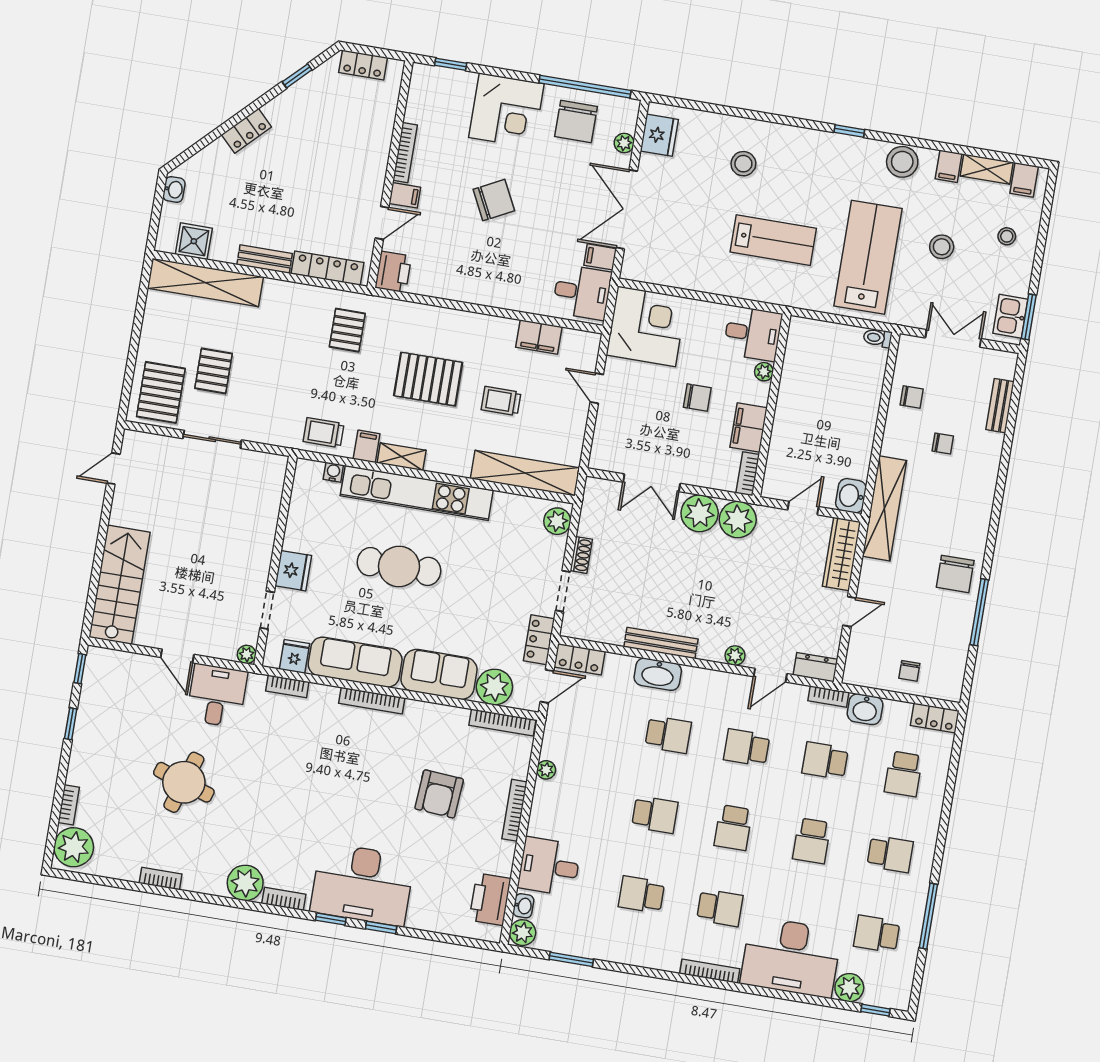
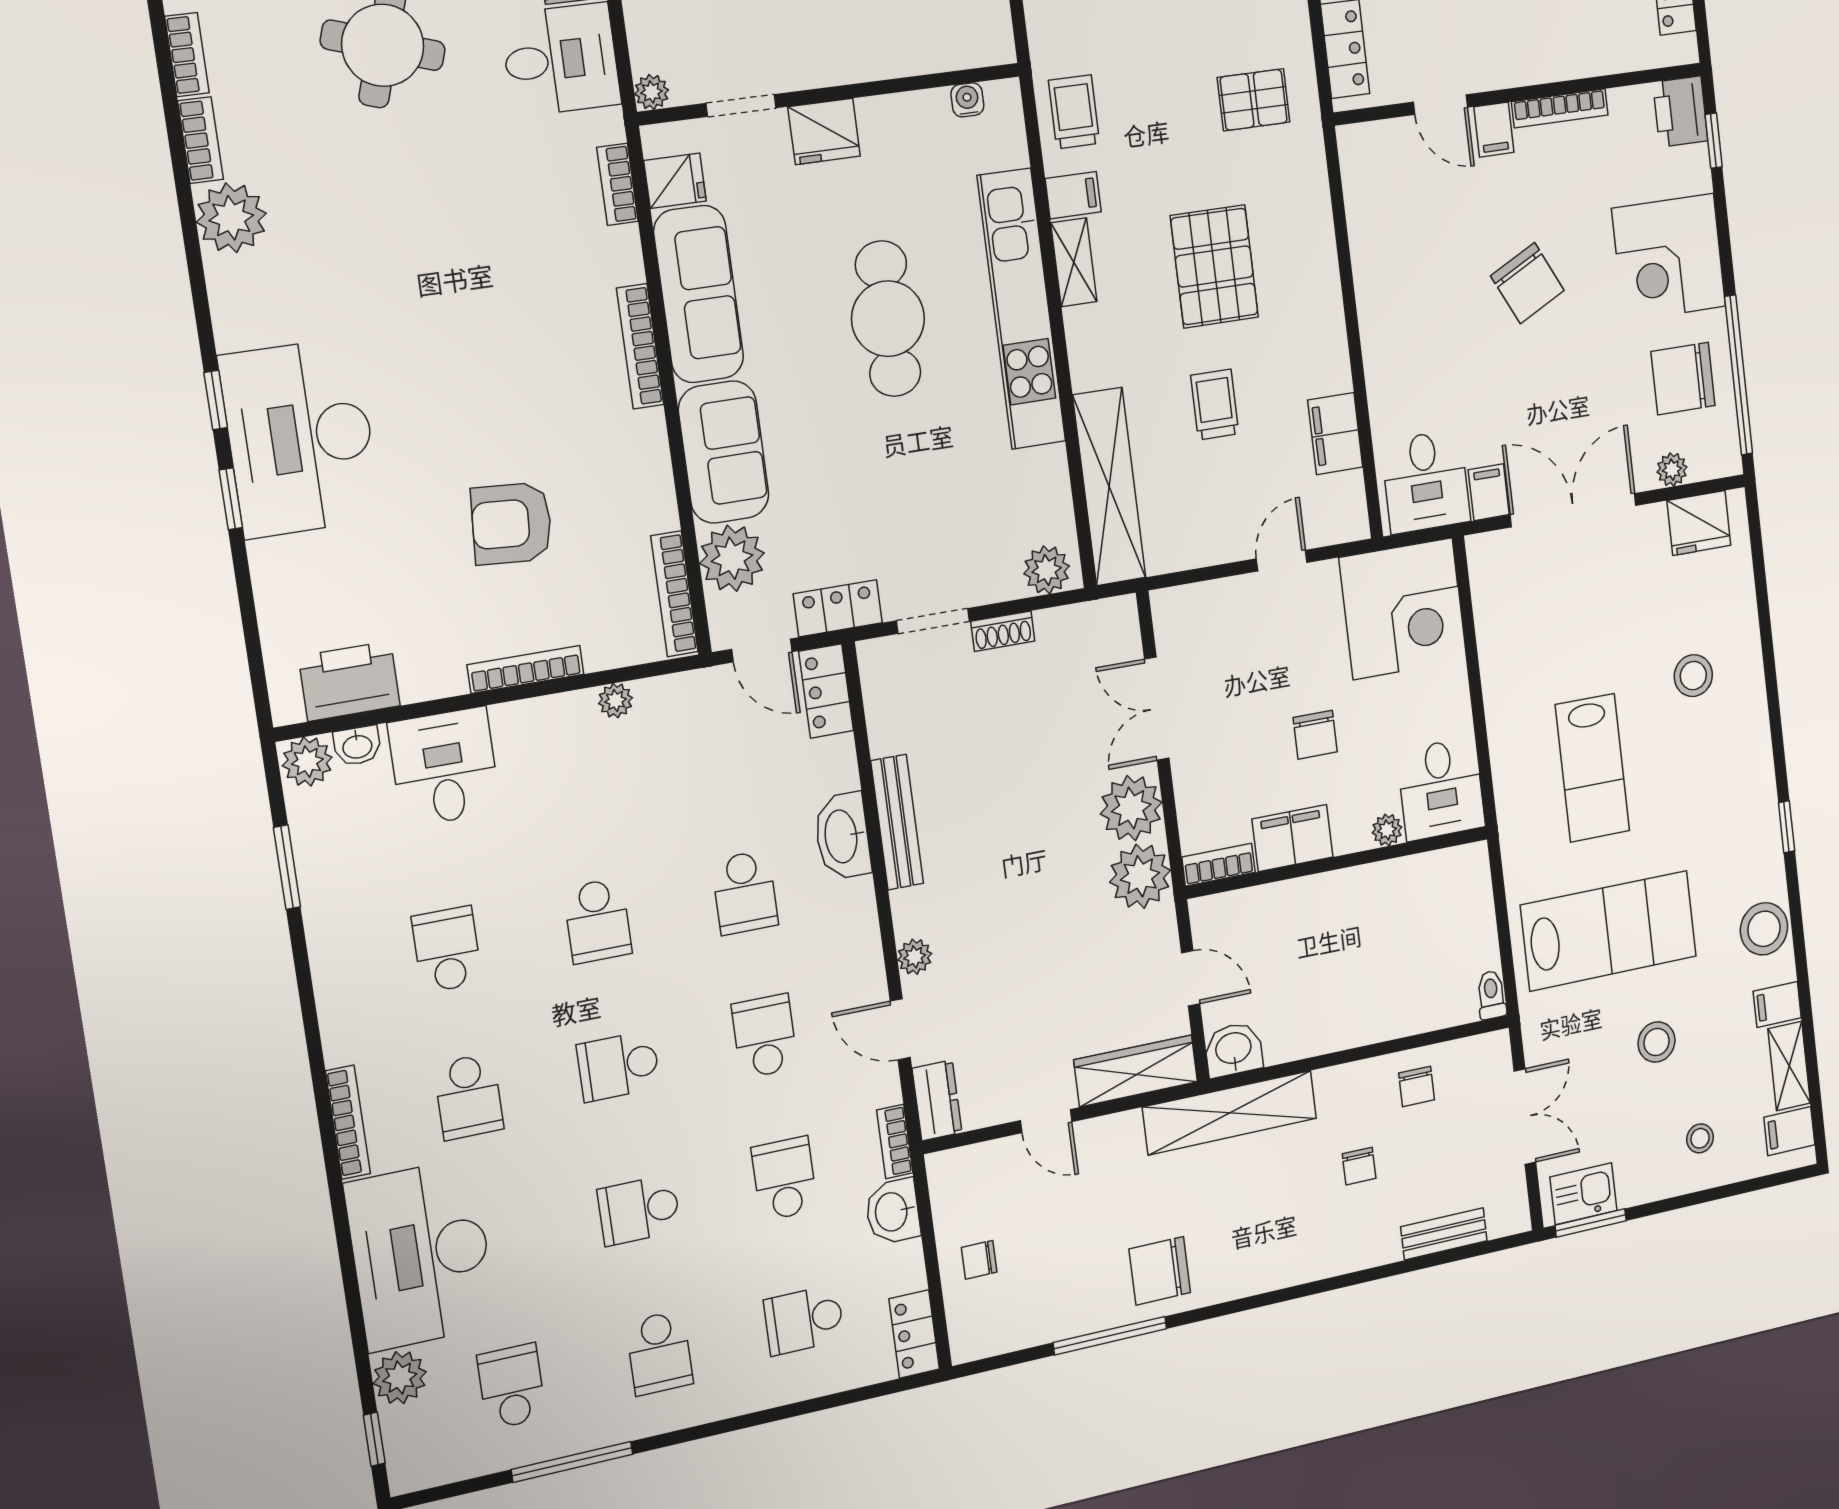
printer: (393, 272) -> (1680, 112), moved, turned 90
water cooler: (333, 472) -> (967, 100), moved, turned -90
bookcase: (284, 899) -> (201, 140), moved

